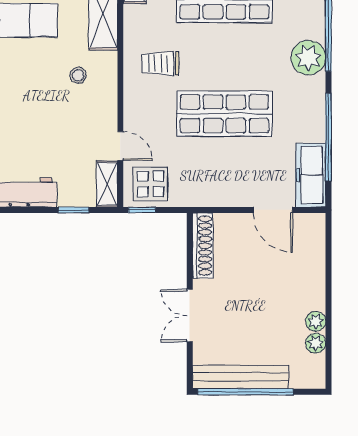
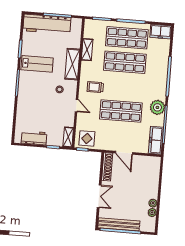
plant: (308, 58) -> (157, 107), moved
door: (120, 146) -> (76, 106), moved
door: (273, 210) -> (124, 153), moved
double door: (190, 316) -> (99, 196), swing flipped

